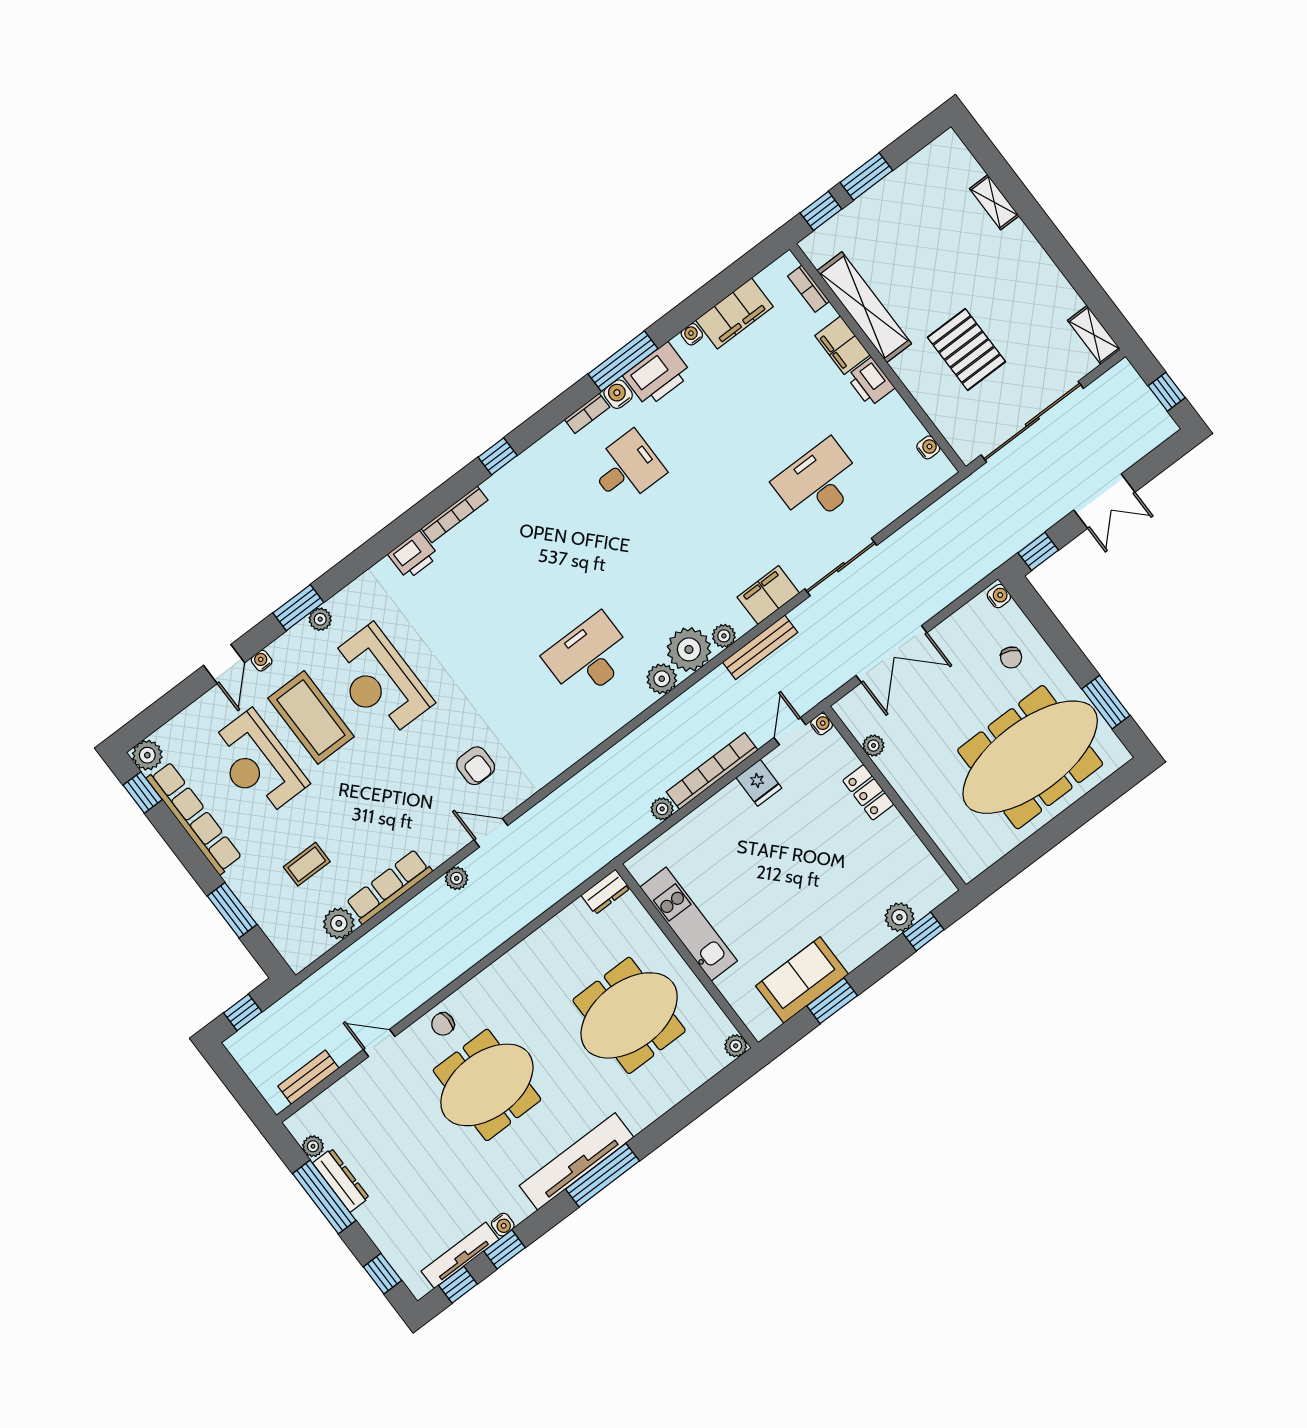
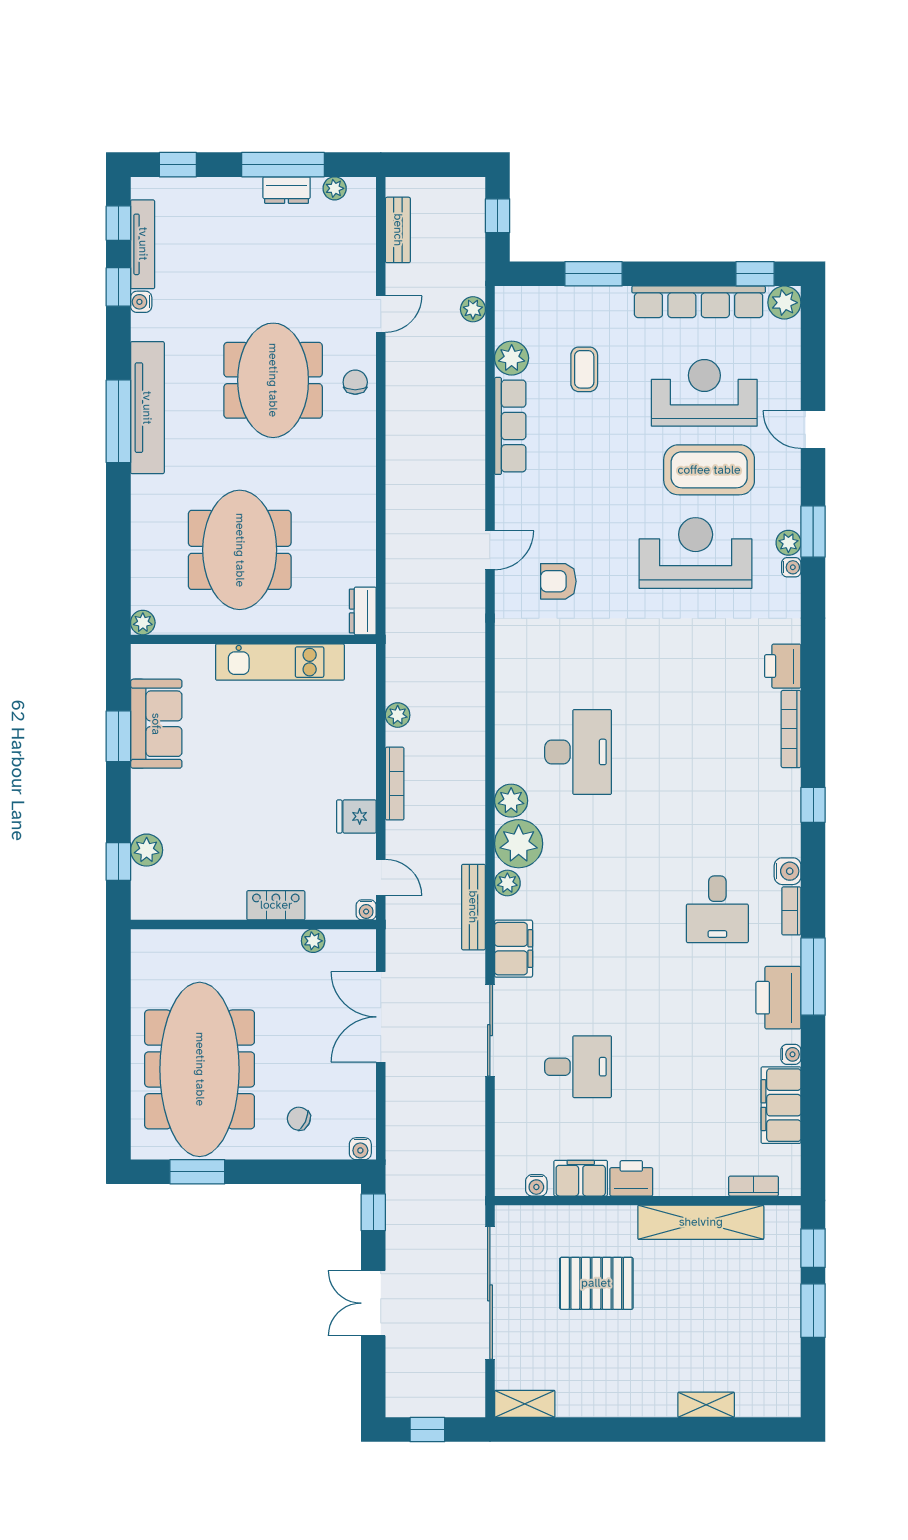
filing cabinet: (842, 345) -> (581, 1178), moved
water cooler: (618, 394) -> (788, 871), moved
desk: (819, 483) -> (578, 1067), width x0.73
water cooler: (262, 661) -> (791, 567), moved
bookcase: (712, 771) -> (395, 784), width x0.68, depth x0.76
plant: (457, 878) -> (473, 309), moved
dresser: (341, 1180) -> (287, 190), width x0.70

